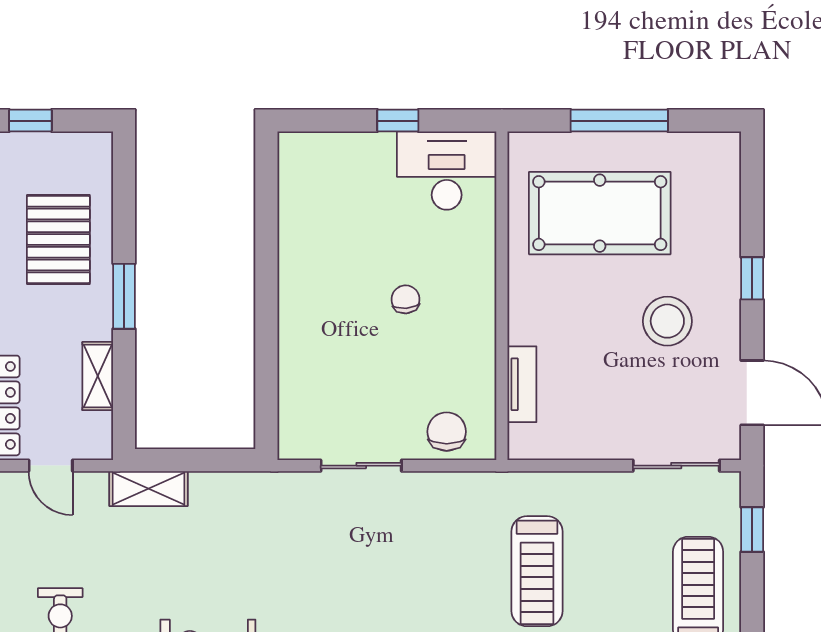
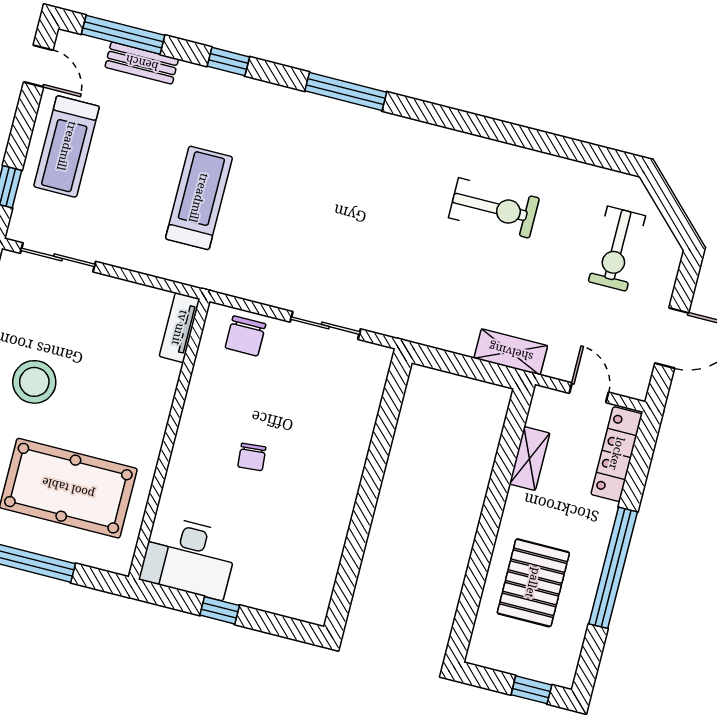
window: (124, 296) -> (490, 520), removed
tv unit: (522, 384) -> (180, 328), moved

